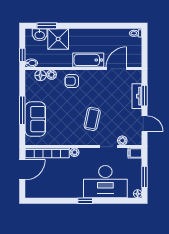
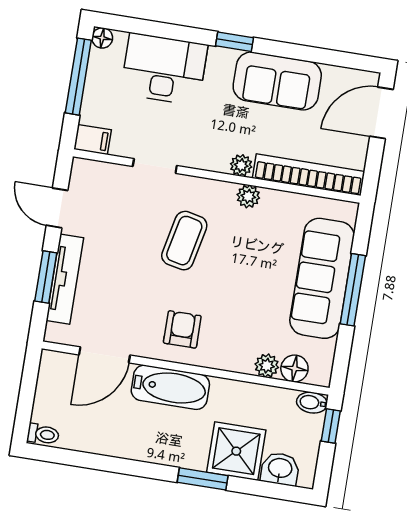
window: (47, 26) -> (203, 479), moved
armchair: (72, 81) -> (182, 329), moved, turned -90
tv unit: (137, 96) -> (65, 279), width x1.41
sofa: (35, 119) -> (322, 278), width x1.36
plant: (122, 141) -> (248, 196), moved
door: (22, 170) -> (381, 113), moved
window: (145, 177) -> (78, 77), width x1.44
desk: (105, 182) -> (164, 69), width x0.73, depth x0.77
sofa: (66, 188) -> (277, 81), added

